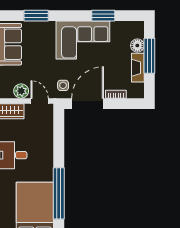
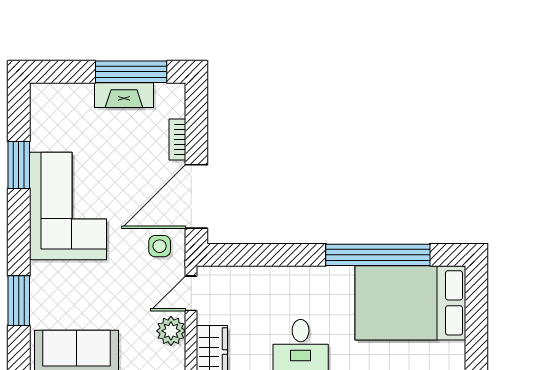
floor lamp: (137, 46) -> (79, 96), removed
window: (149, 56) -> (131, 72), moved
door: (88, 104) -> (196, 196), hinge flipped

